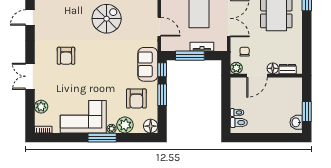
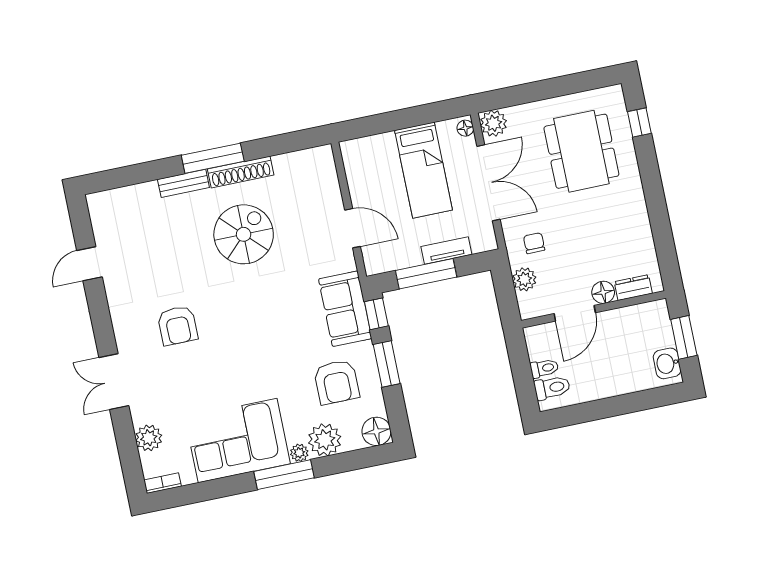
floor lamp: (273, 68) -> (603, 292), moved
dresser: (288, 69) -> (633, 288), moved
door: (257, 76) -> (575, 313), moved
wall: (266, 76) -> (593, 309), moved

